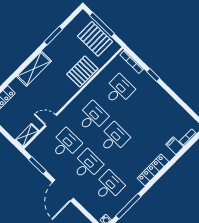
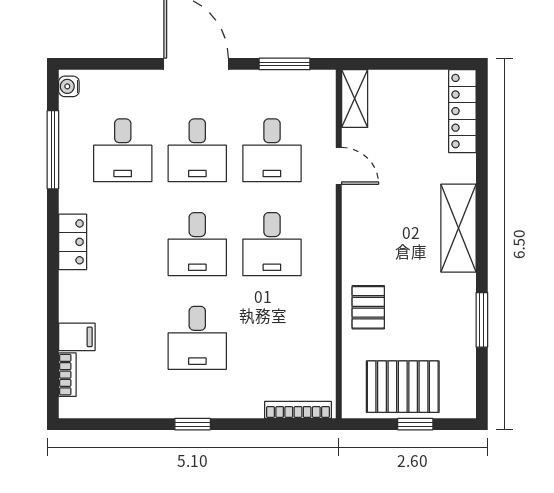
window: (102, 24) -> (415, 424), width x0.46
pallet: (82, 71) -> (368, 307), width x0.67, depth x0.71
window: (153, 75) -> (193, 424), moved
desk: (119, 90) -> (197, 338), moved
door: (51, 120) -> (339, 166), hinge flipped
locker: (153, 170) -> (73, 242), width x0.66

